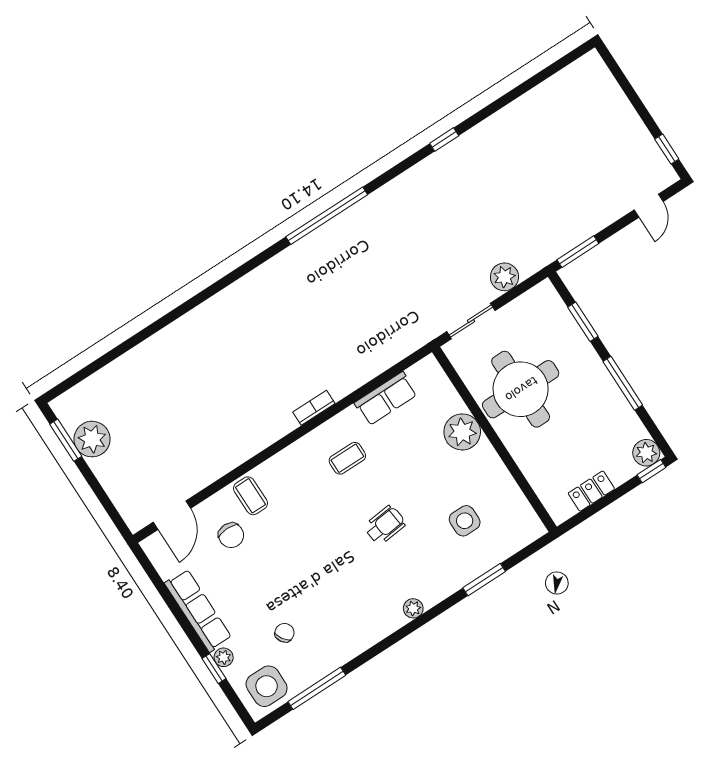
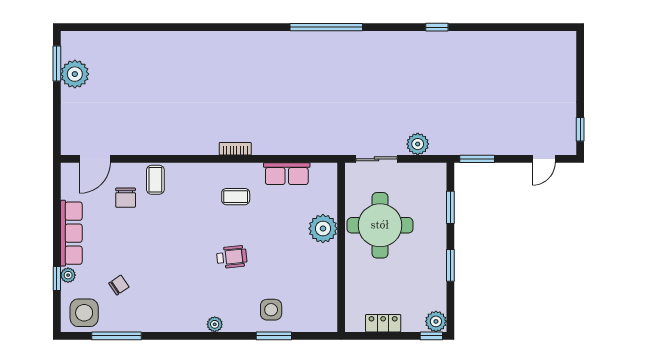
window: (623, 383) -> (450, 265), width x0.69
side table: (465, 521) -> (271, 310), moved

